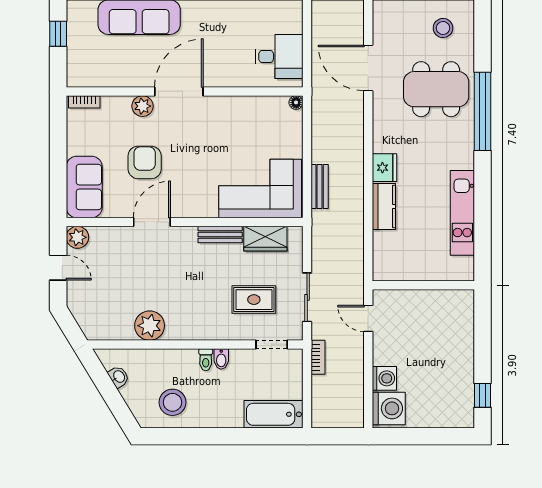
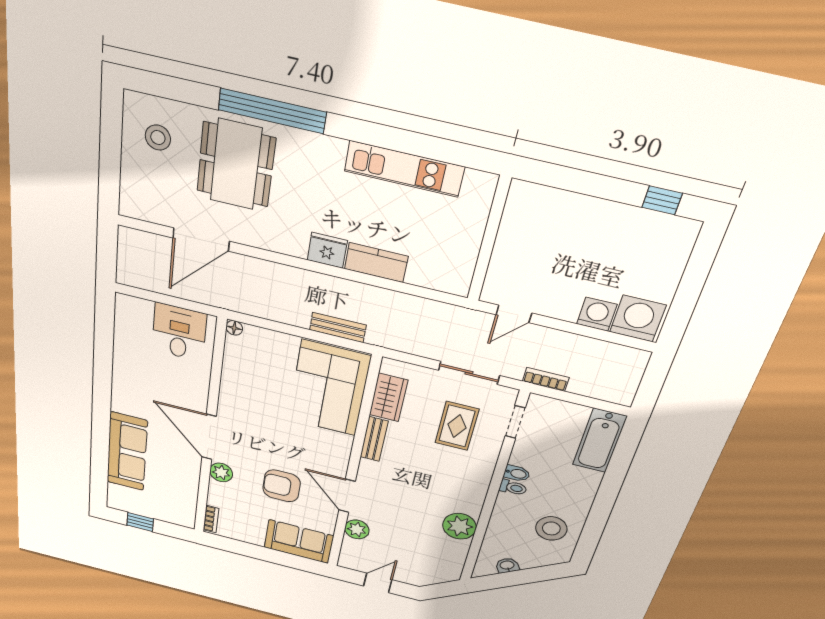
plant: (77, 237) -> (357, 529), moved

